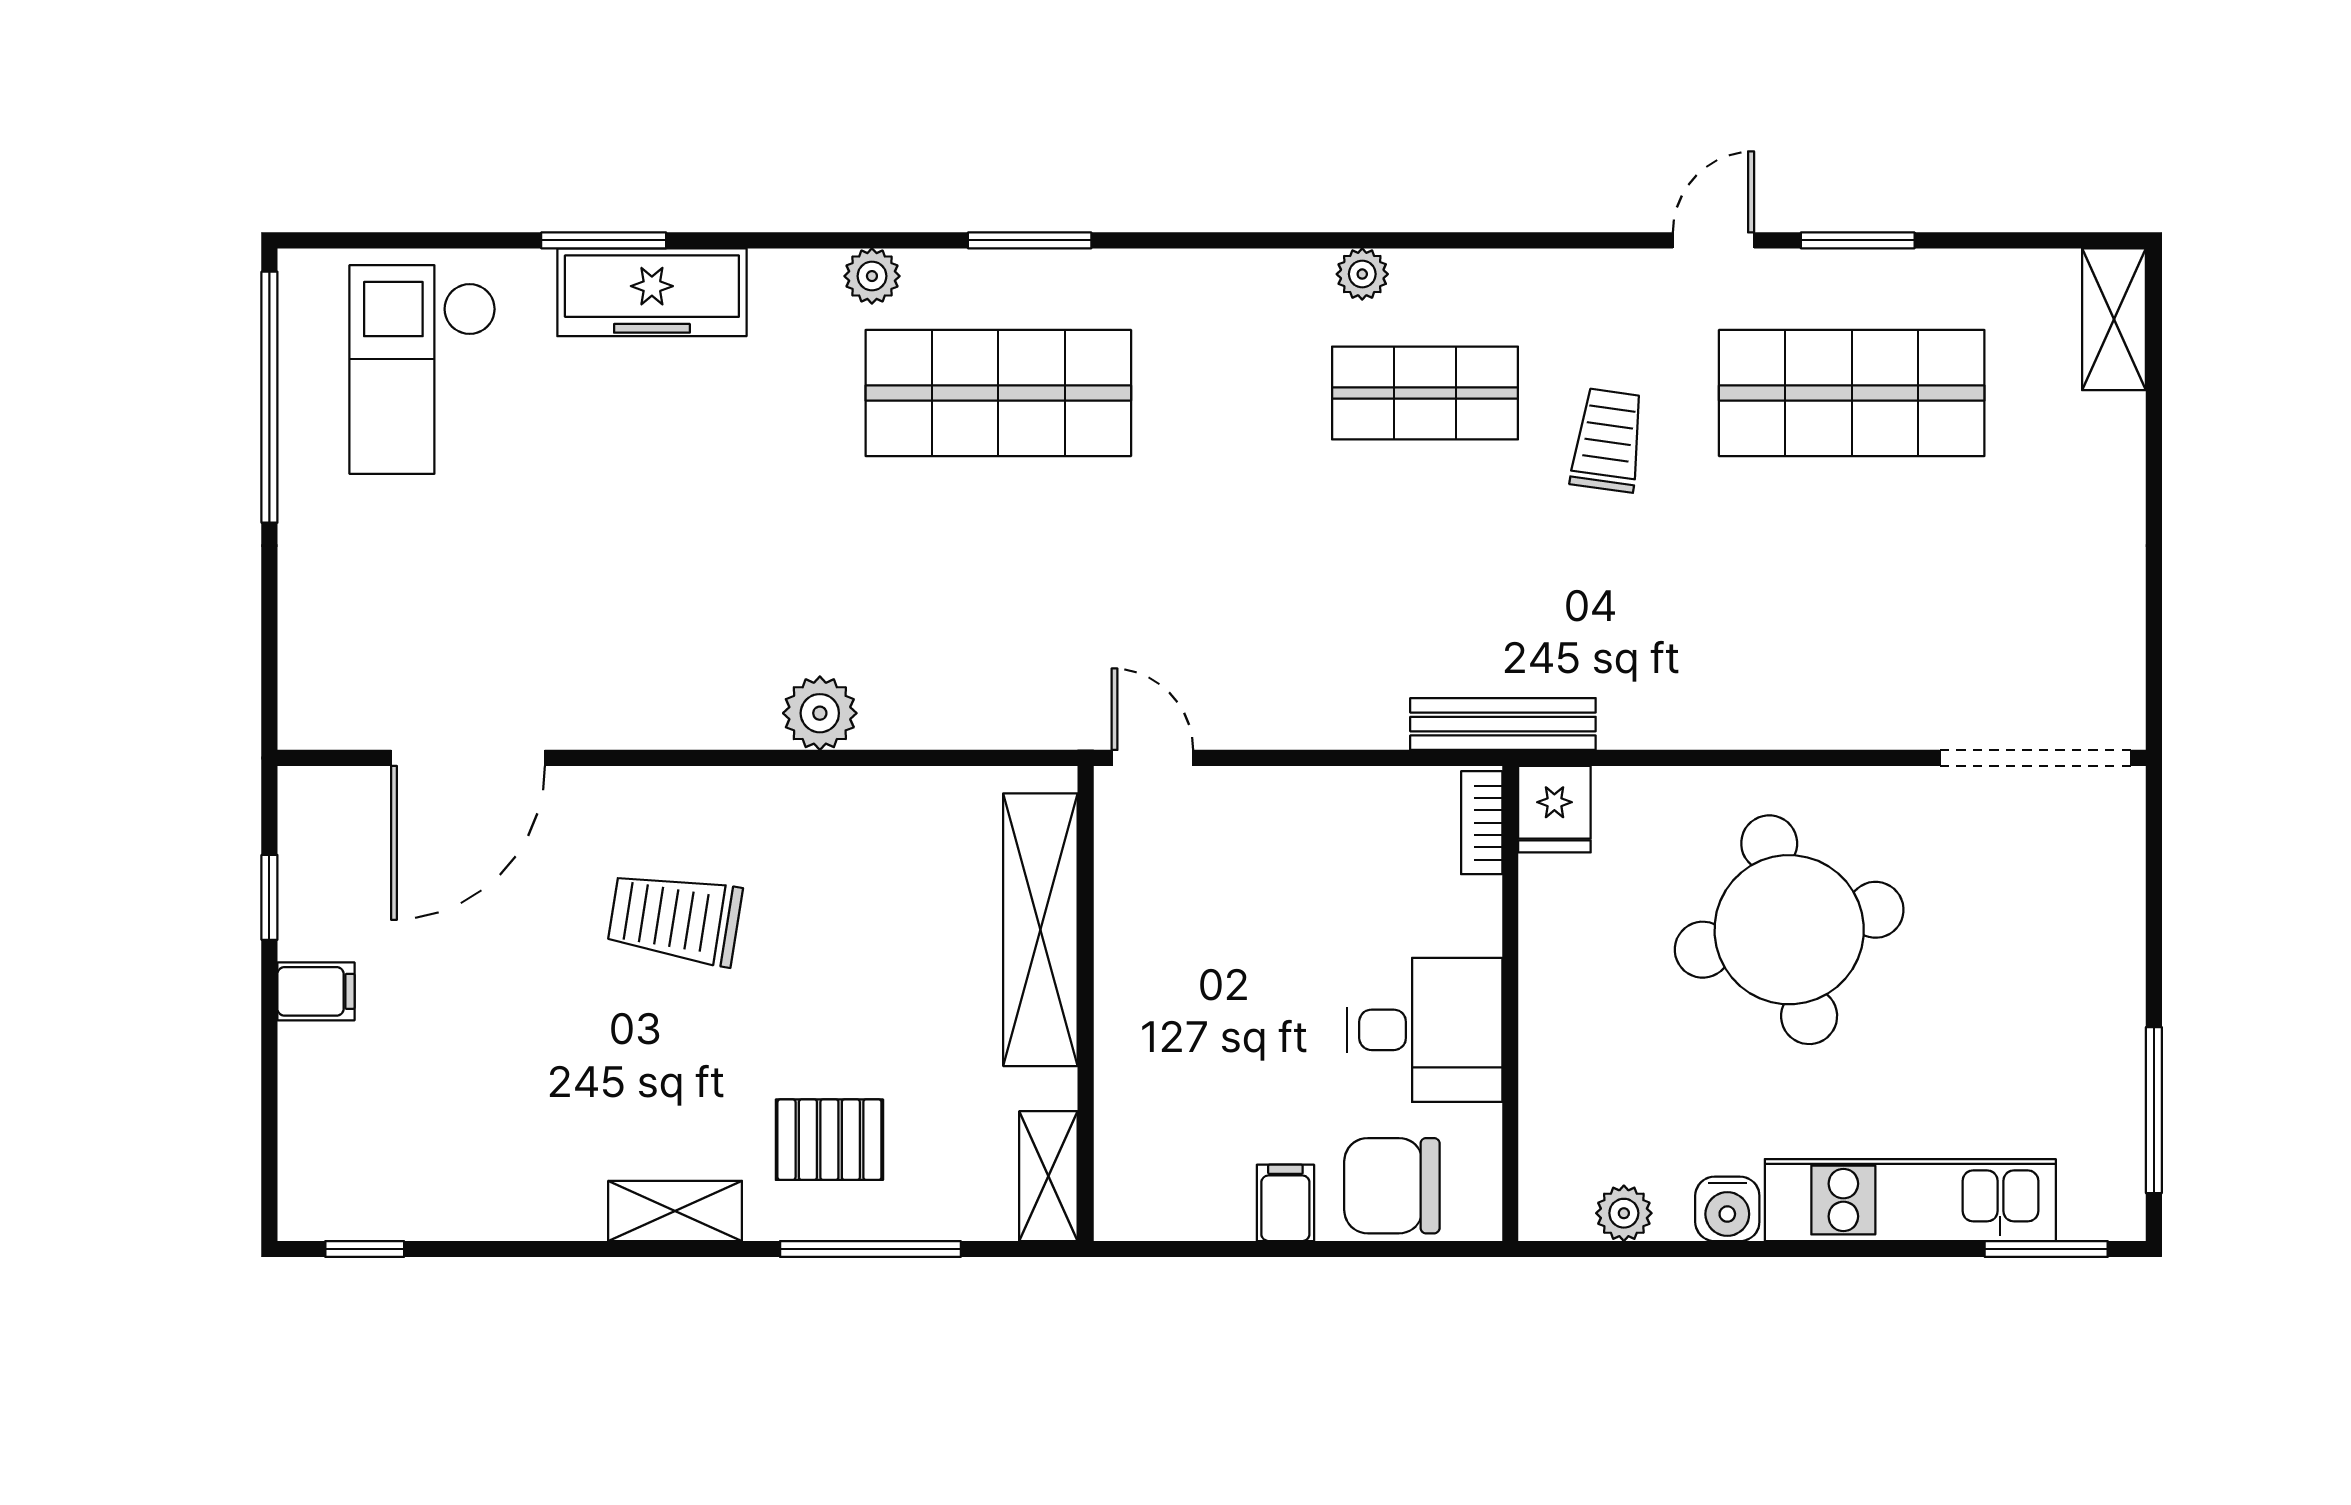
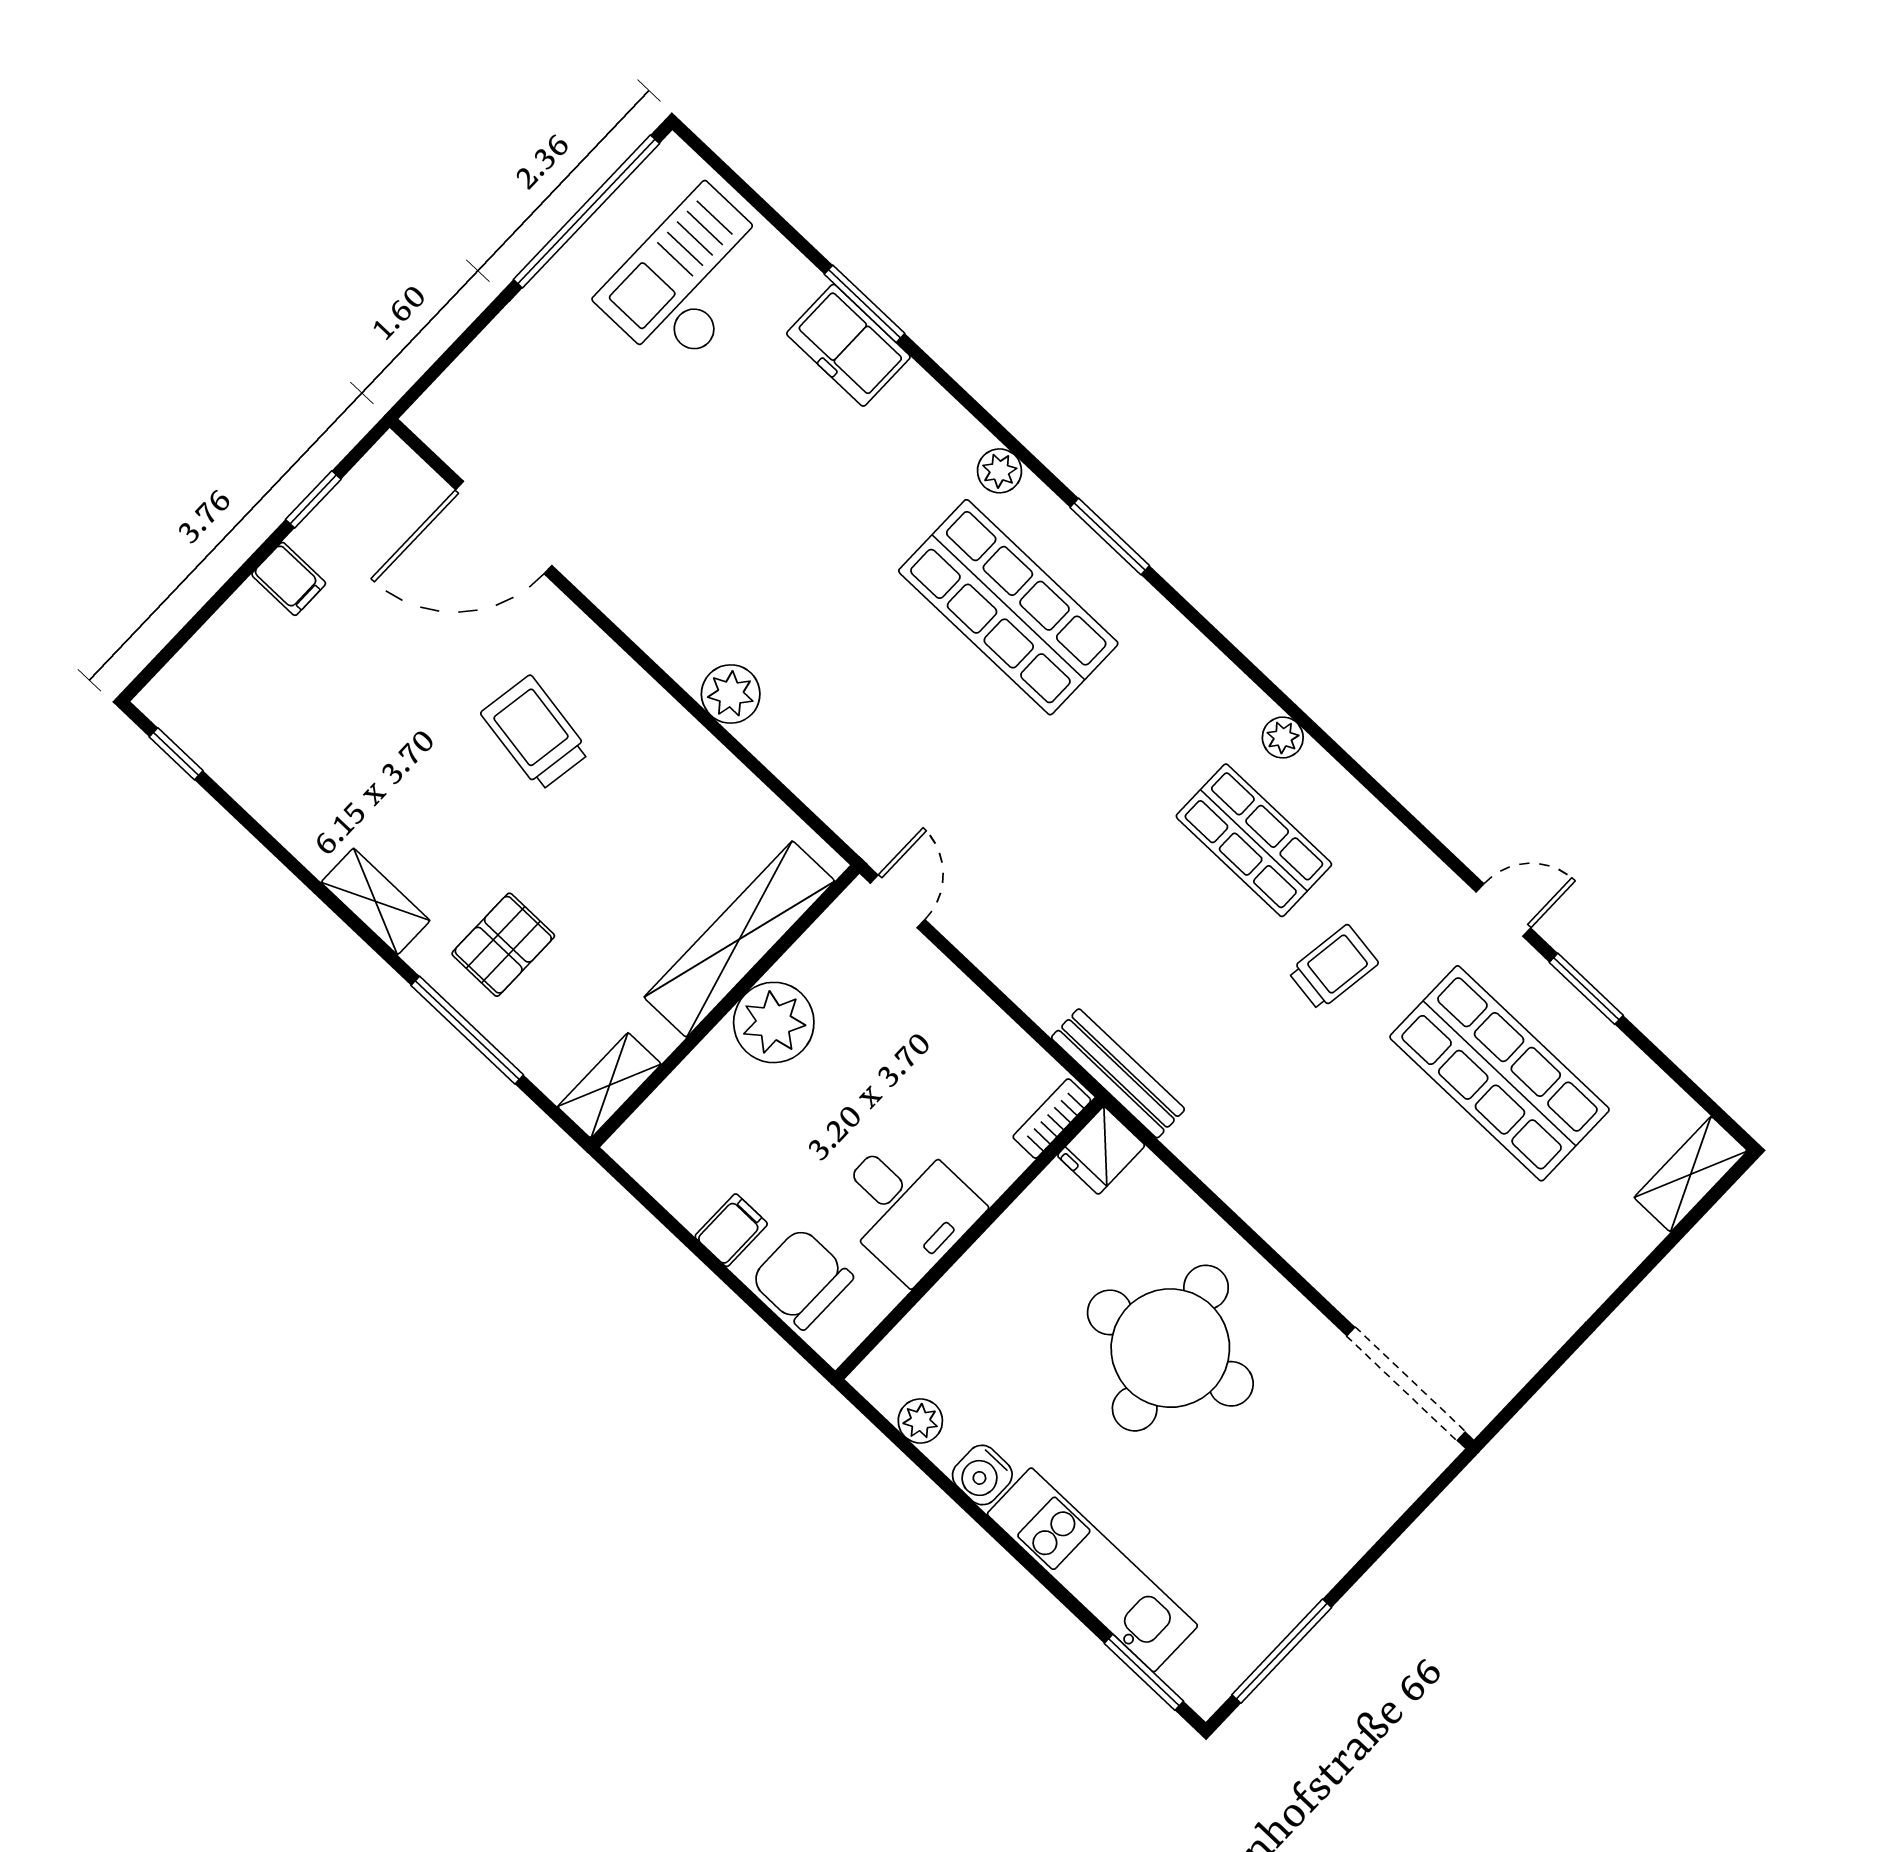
freezer: (652, 292) -> (848, 345), width x0.71
plant: (1144, 976) -> (774, 1022), added
pallet: (829, 1140) -> (503, 945), turned 90

